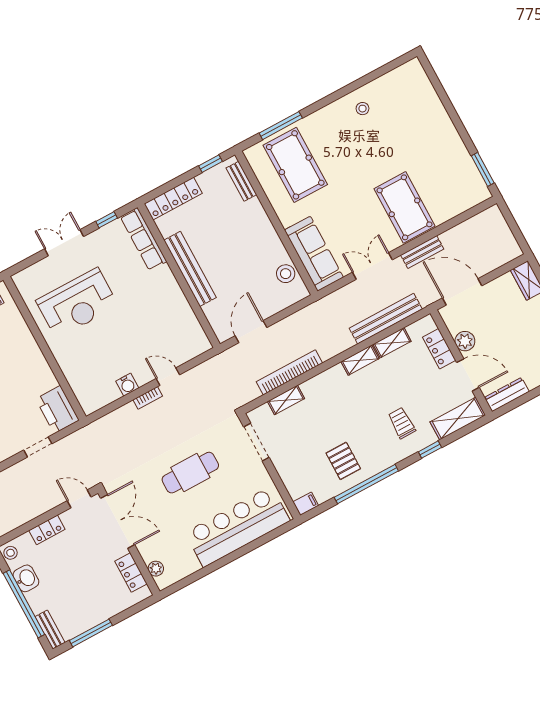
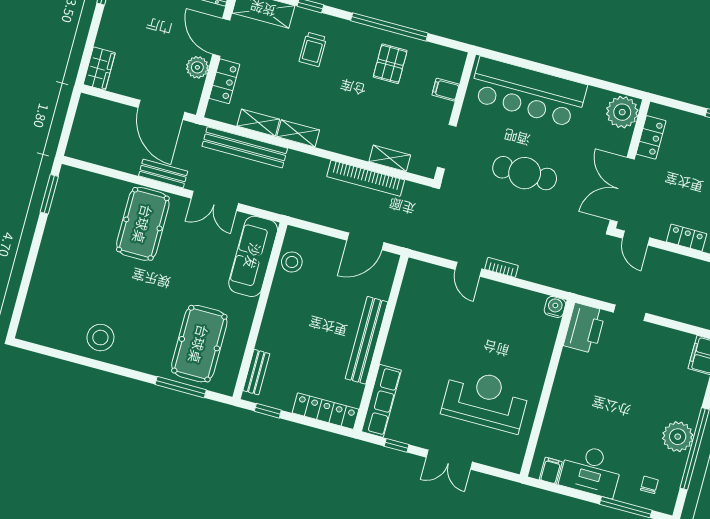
stool: (362, 109) -> (100, 338), width x1.89, depth x1.89
water cooler: (127, 385) -> (555, 307), moved
filing cabinet: (306, 504) -> (446, 90), moved
plant: (156, 569) -> (622, 112), width x1.88, depth x1.88

